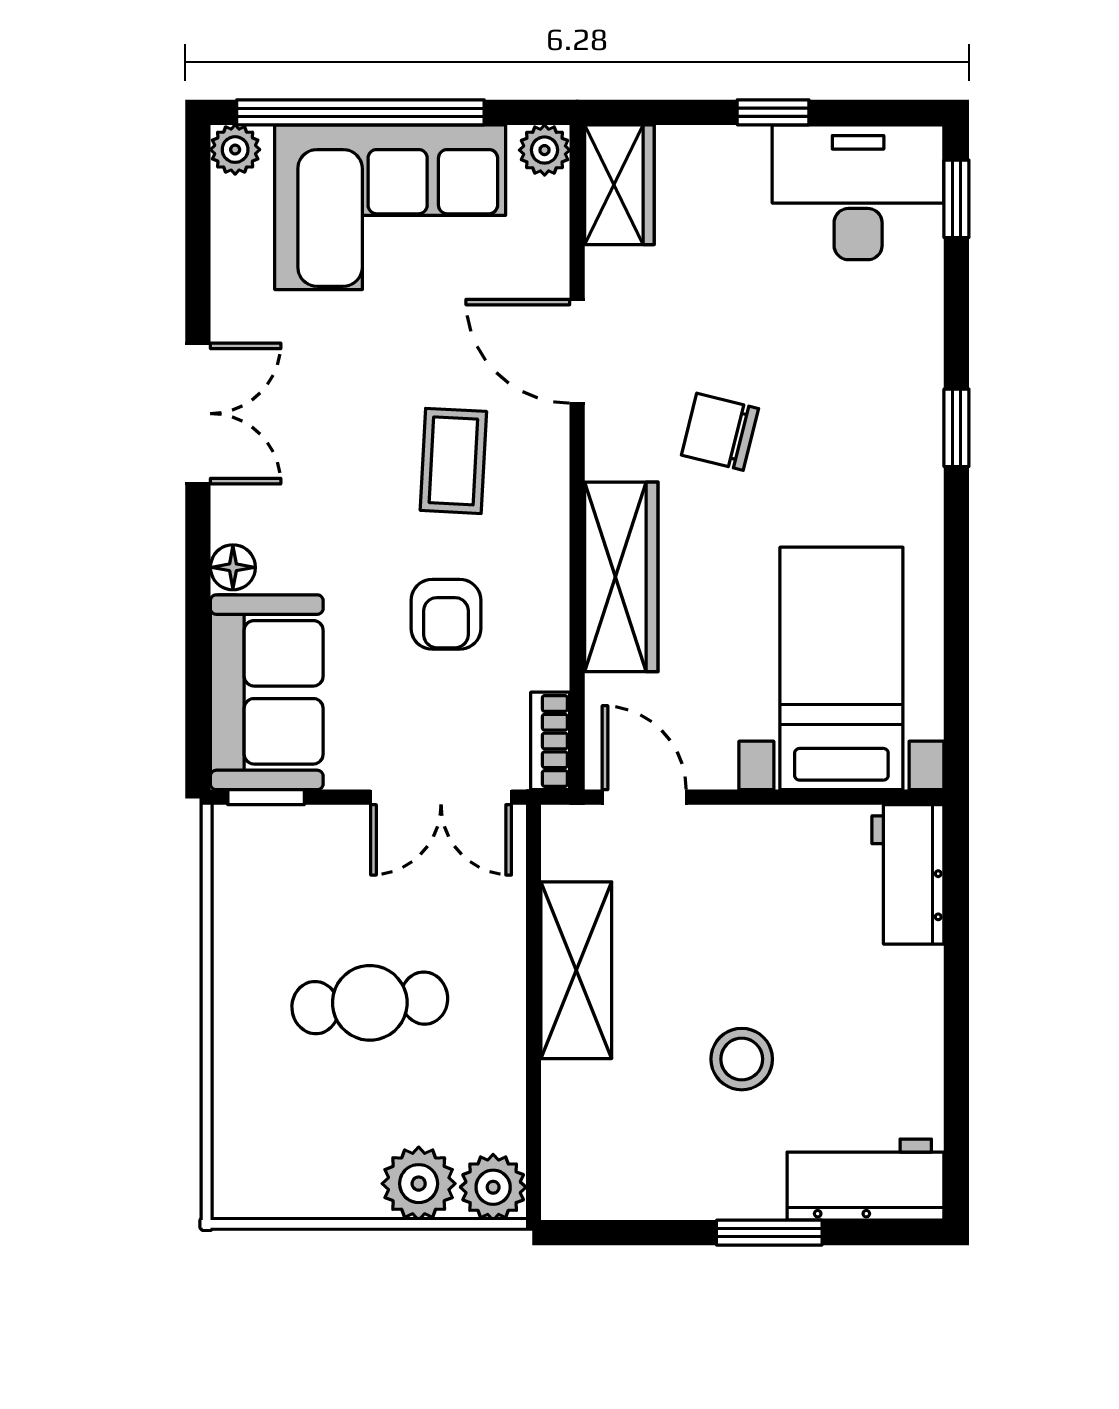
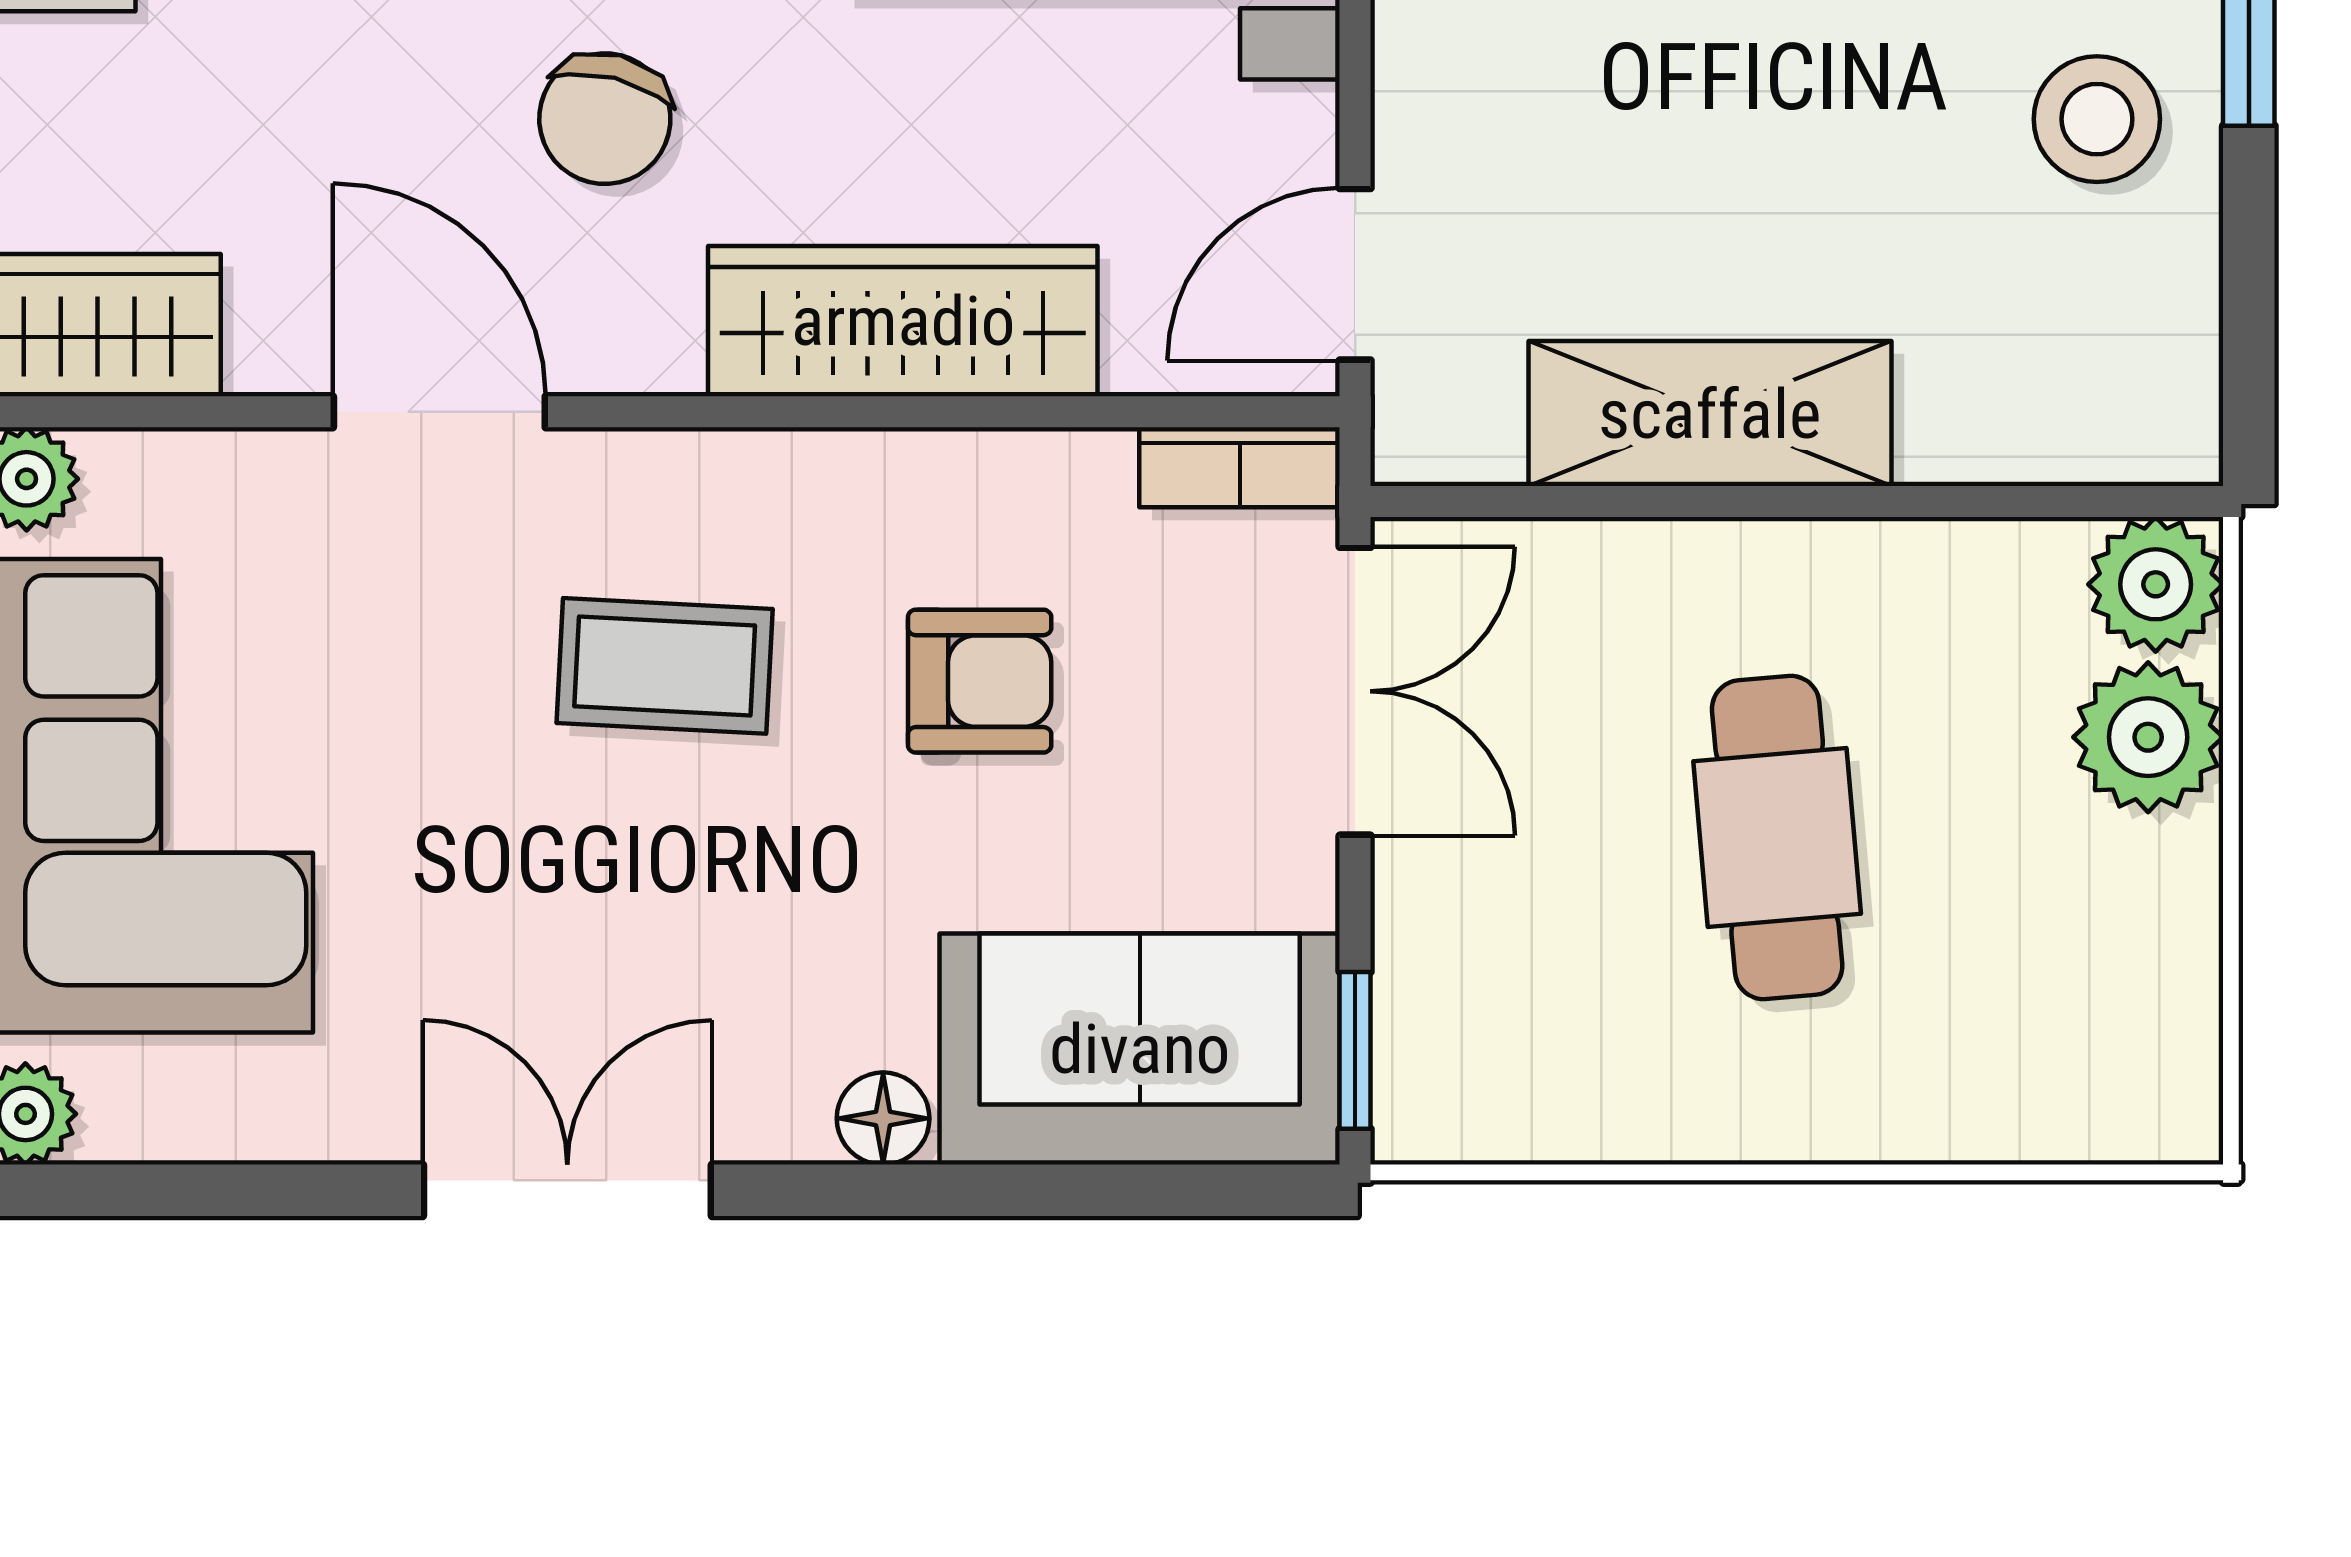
door: (577, 351) -> (439, 412), swing flipped
stool: (742, 1059) -> (2097, 119), moved

